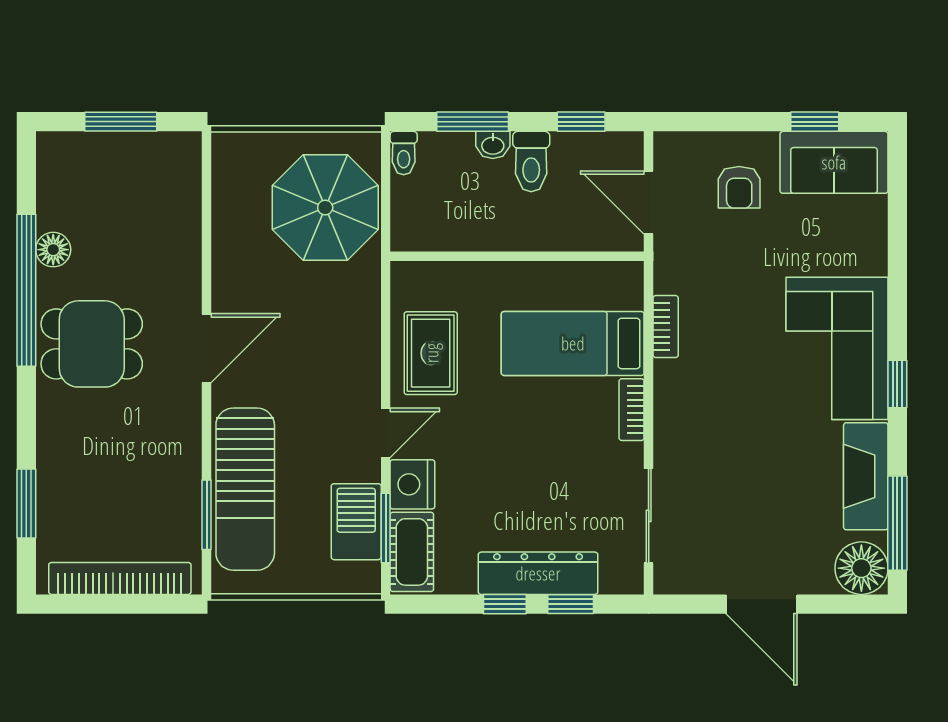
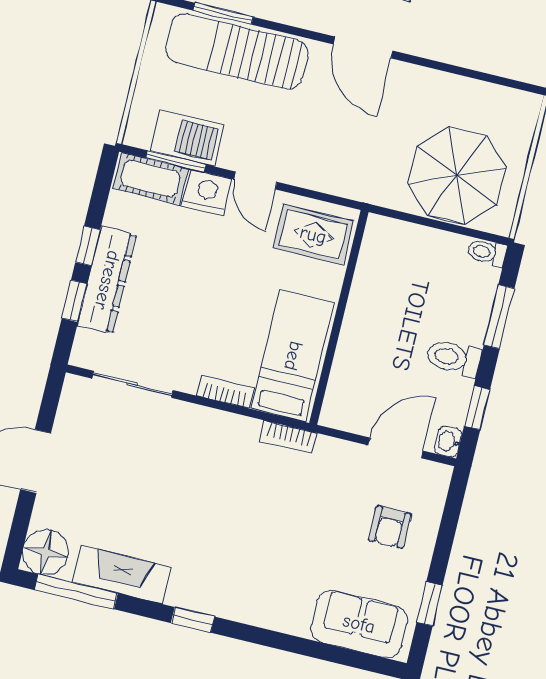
washbasin: (493, 145) -> (448, 442), moved
sofa: (834, 162) -> (359, 624), moved, turned 90
armchair: (739, 187) -> (390, 527), turned -90
wall: (517, 256) -> (339, 317), moved
corner sofa: (837, 348) -> (235, 576), removed

